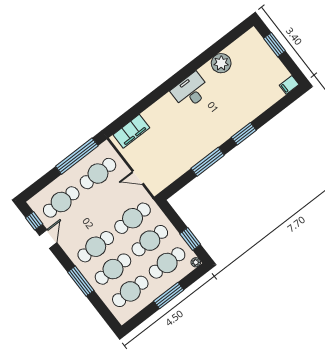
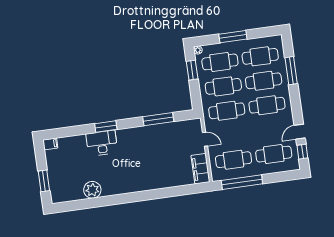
desk: (191, 91) -> (102, 143), moved, turned 180
filing cabinet: (131, 131) -> (200, 169), moved, turned -90
window: (208, 162) -> (158, 119), moved
window: (81, 281) -> (291, 71), moved

